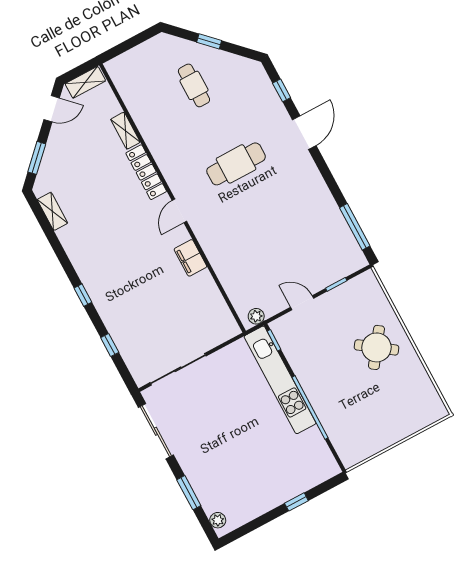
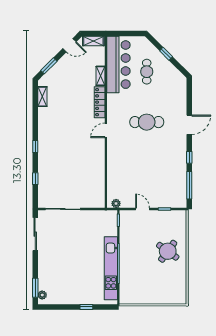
window: (282, 90) -> (189, 157), moved
bar counter: (144, 98) -> (118, 65), added
filing cabinet: (190, 258) -> (99, 157), removed
kitchen unit: (280, 380) -> (111, 268), moved
window: (189, 493) -> (35, 288), moved

